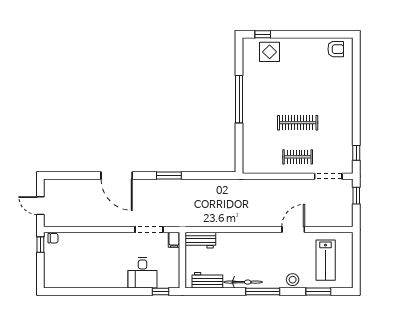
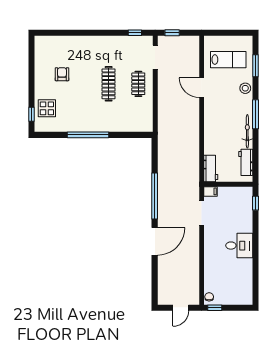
armchair: (336, 49) -> (62, 74), moved
window: (169, 176) -> (155, 196), width x2.11
desk: (143, 273) -> (239, 246), moved

